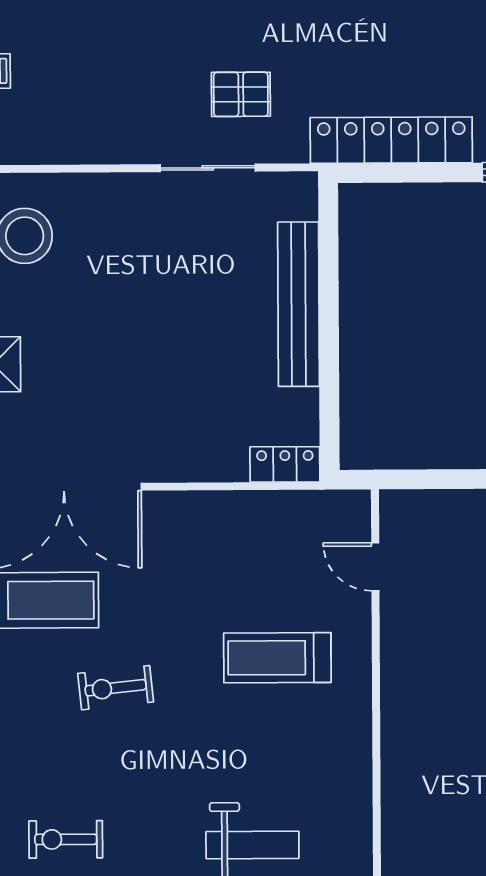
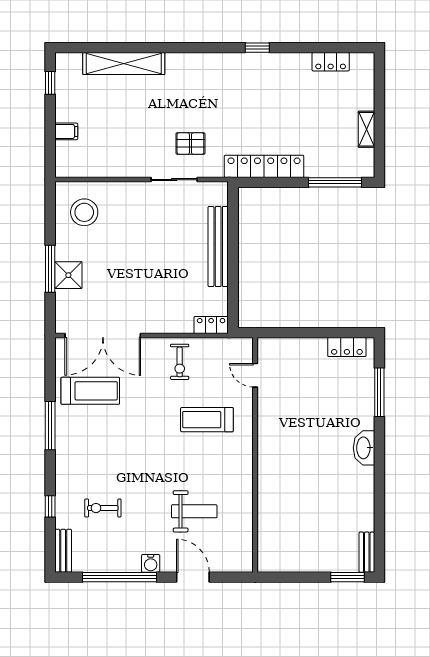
exercise bike: (116, 688) -> (180, 362), moved, turned -84

